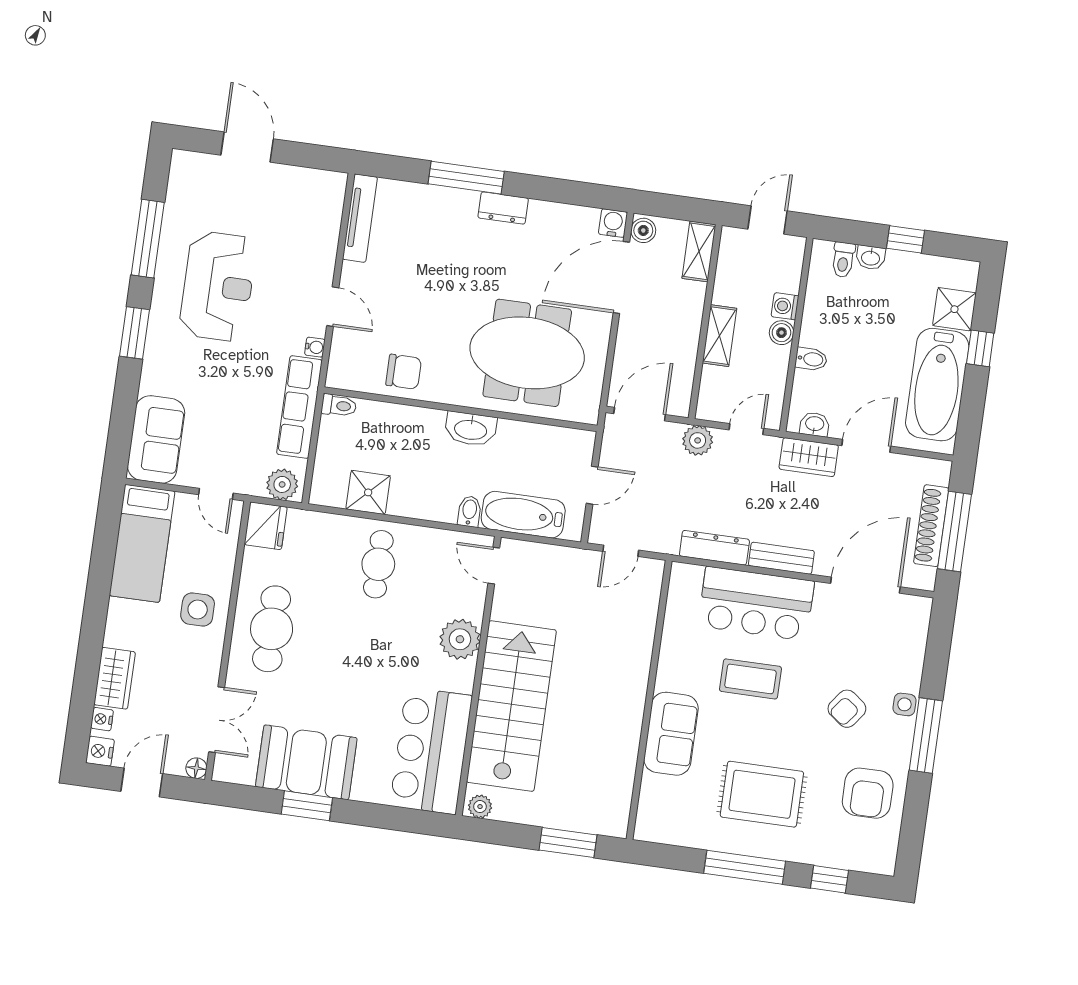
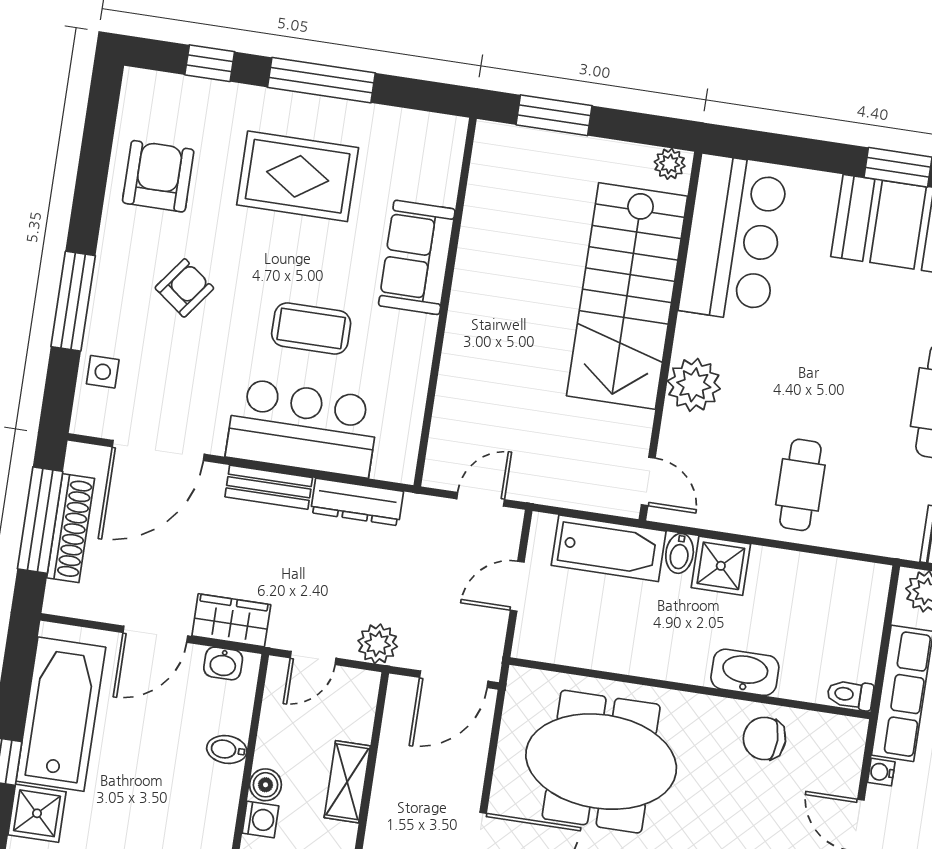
washbasin: (471, 429) -> (745, 672), moved
shower: (368, 492) -> (721, 566), moved
side table: (904, 704) -> (103, 372), moved
window: (926, 735) -> (73, 301), moved

